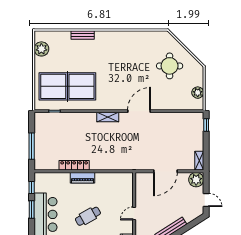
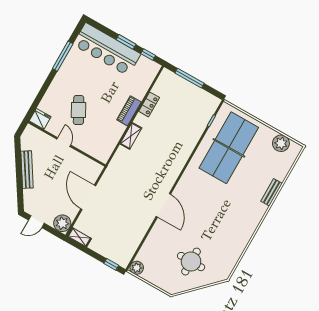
plant: (198, 93) -> (137, 268), moved
shelving: (108, 117) -> (131, 136), moved
locker: (74, 165) -> (149, 104), width x0.66
cafe table: (88, 216) -> (79, 110), moved

